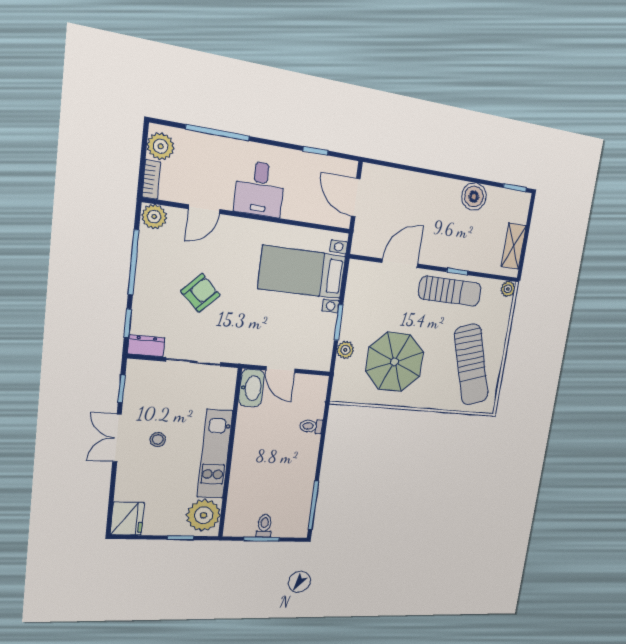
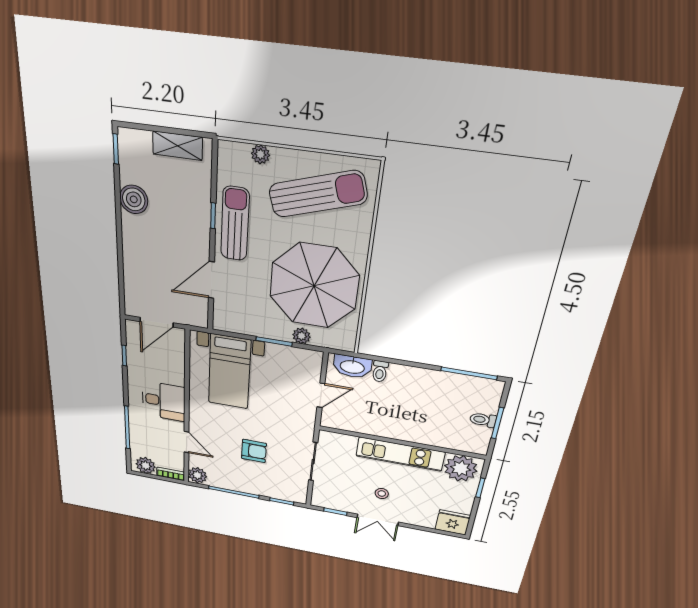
door: (400, 263) -> (211, 280), hinge flipped
plant: (508, 289) -> (260, 154), moved
armchair: (200, 293) -> (254, 451), turned 136
dresser: (146, 346) -> (300, 492), removed
parasol: (395, 362) -> (314, 286), width x1.36, depth x1.36
washbasin: (252, 388) -> (352, 366), moved, turned 180

